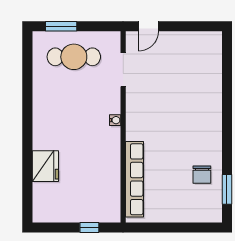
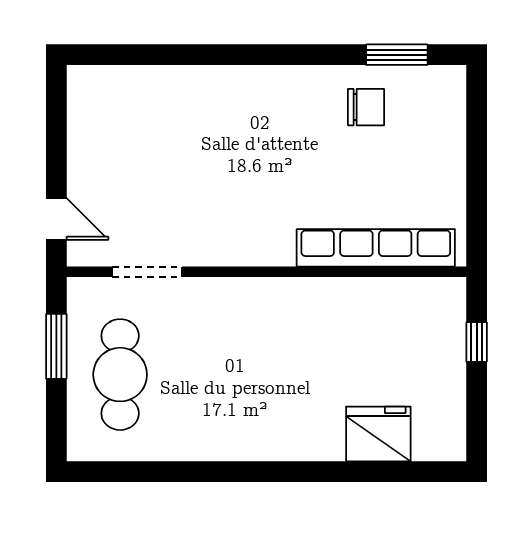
window: (61, 26) -> (56, 346), moved
water cooler: (115, 120) -> (252, 288), removed
fridge: (45, 166) -> (378, 434), moved

